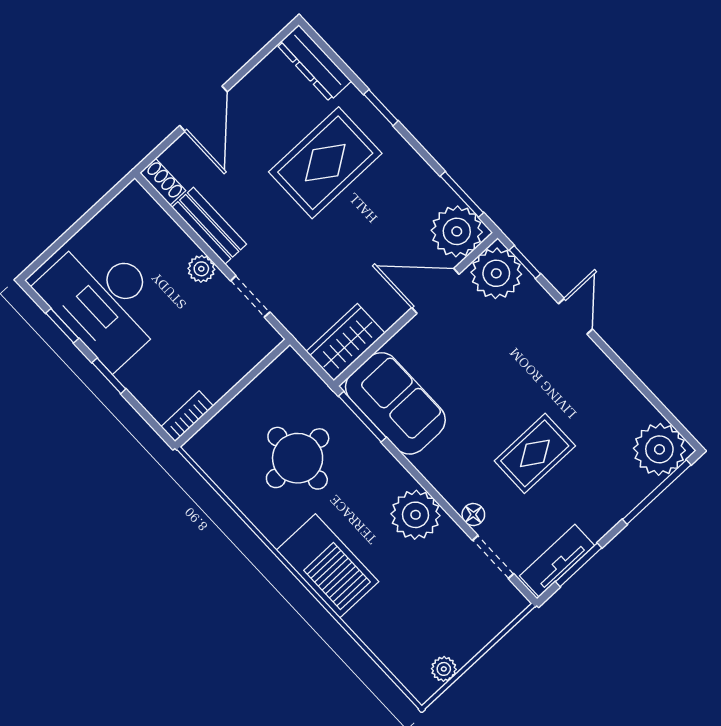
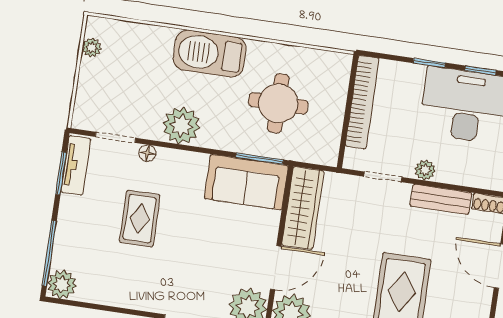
wardrobe: (346, 342) -> (303, 208), width x1.50
bookcase: (187, 416) -> (362, 102), width x2.31, depth x1.31
plant: (659, 449) -> (62, 284), width x0.73, depth x0.73

